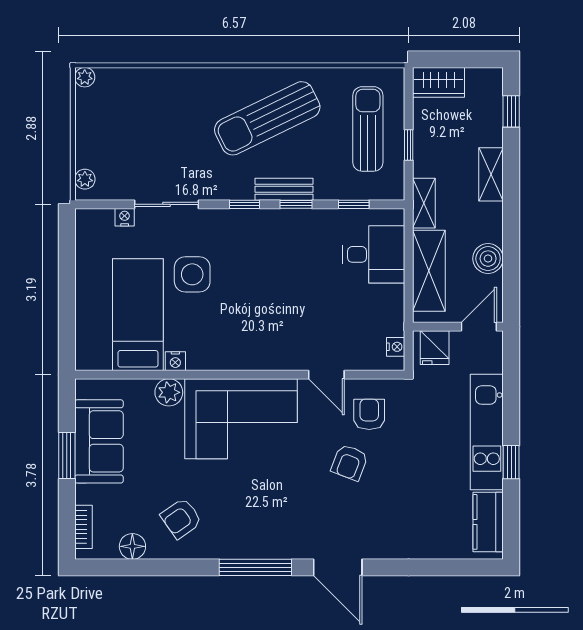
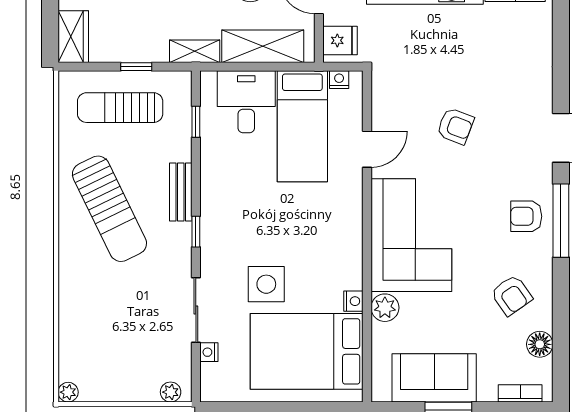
window: (296, 204) -> (196, 180), removed
bed: (349, 310) -> (302, 126), added
bed: (138, 315) -> (307, 351), width x1.50
armchair: (369, 414) -> (526, 216), moved

